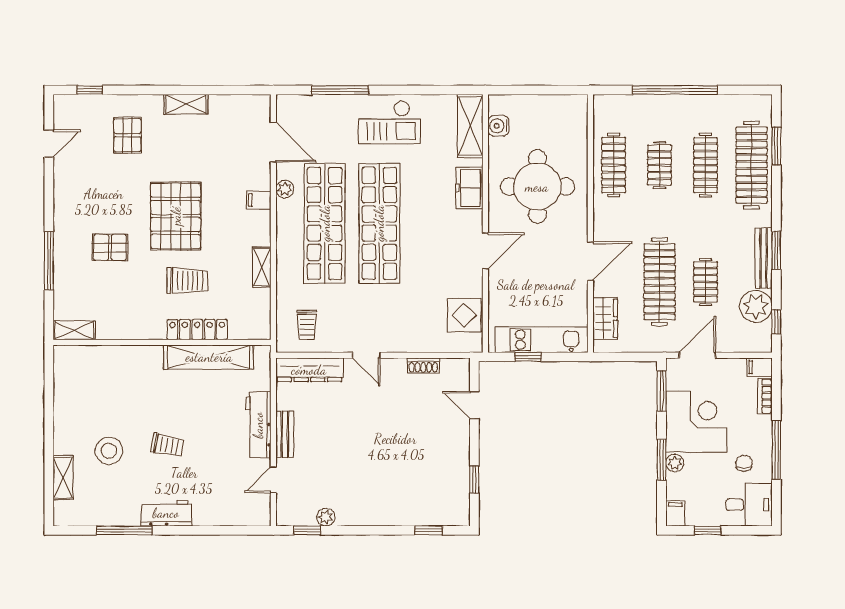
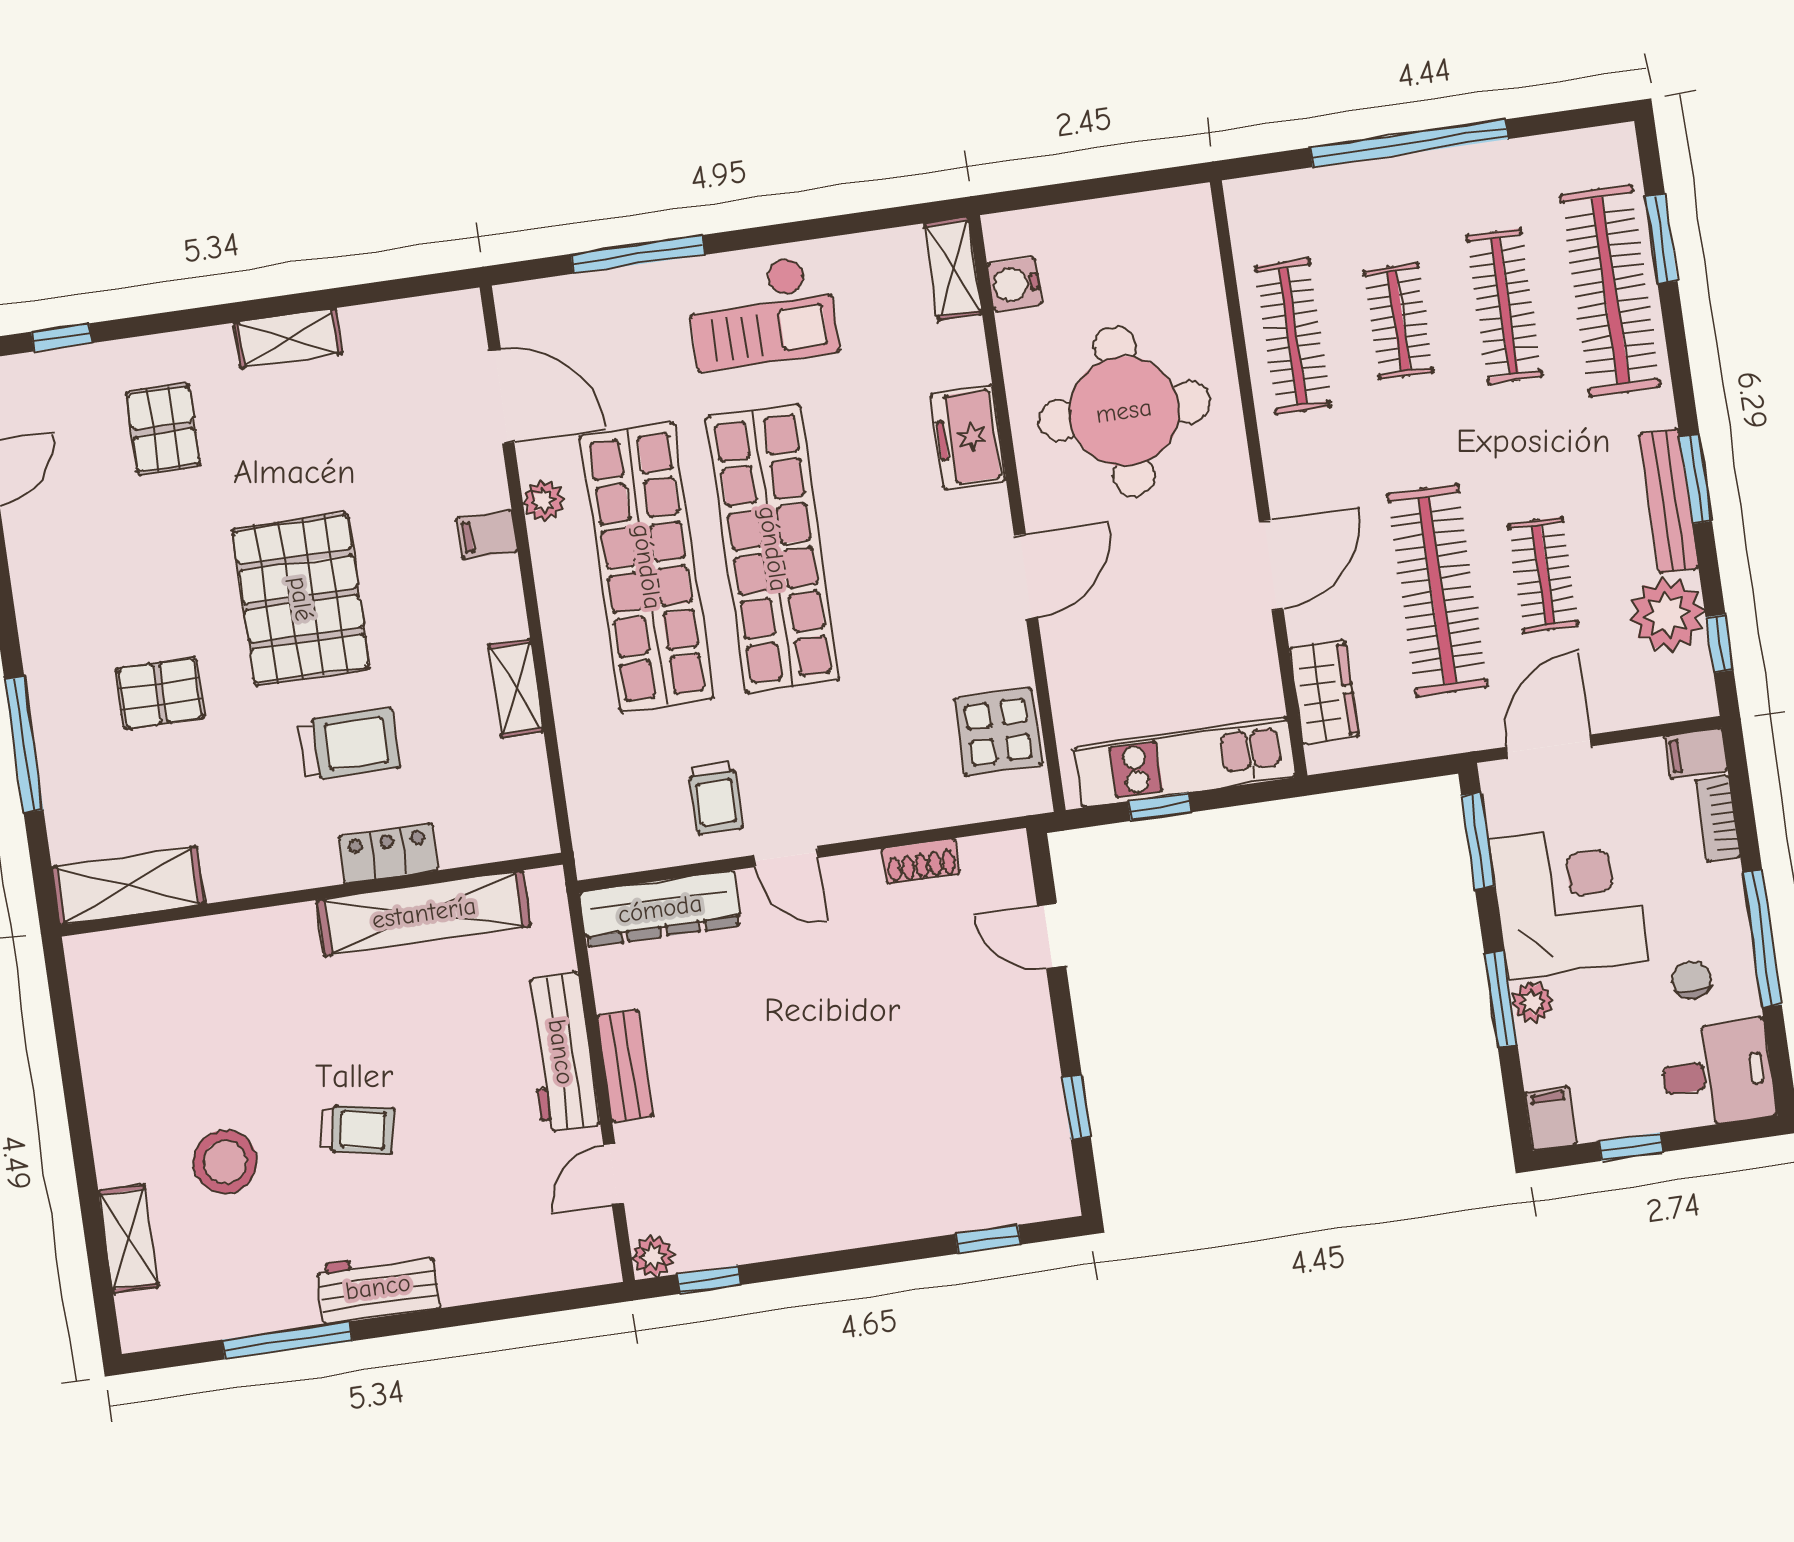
shelving: (470, 126) -> (953, 269), width x0.67, depth x0.75
trolley: (307, 325) -> (716, 798), moved
shelving: (74, 330) -> (128, 886), width x1.50, depth x1.33
locker: (197, 330) -> (388, 853), width x0.66
plant: (326, 517) -> (653, 1256), moved

